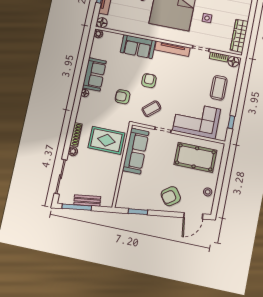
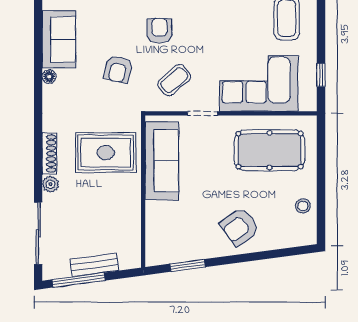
armchair: (123, 97) -> (118, 69), turned -76
door: (193, 216) -> (286, 252), removed

